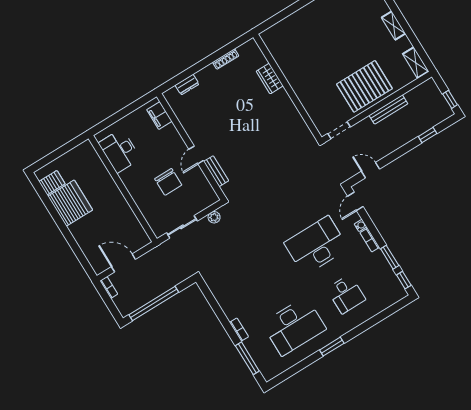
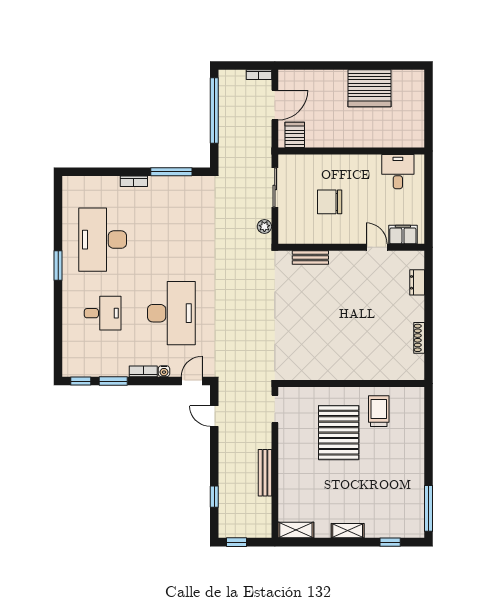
trolley: (295, 56) -> (379, 411), added
wardrobe: (270, 79) -> (371, 371), removed
pallet: (364, 86) -> (339, 433), moved
desk: (120, 151) -> (398, 172), width x0.73
door: (196, 155) -> (377, 247), moved
door: (370, 170) -> (214, 416), swing flipped
server rack: (52, 183) -> (295, 135), moved, turned 180
door: (355, 201) -> (192, 381), hinge flipped
desk: (346, 294) -> (103, 313), turned 180
window: (247, 358) -> (171, 172), moved

